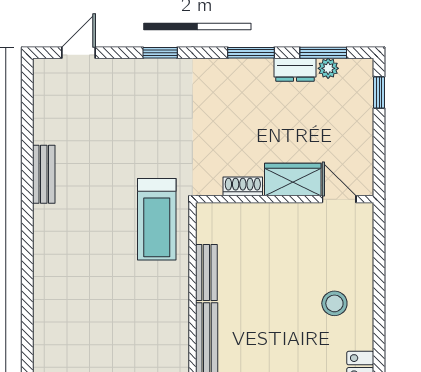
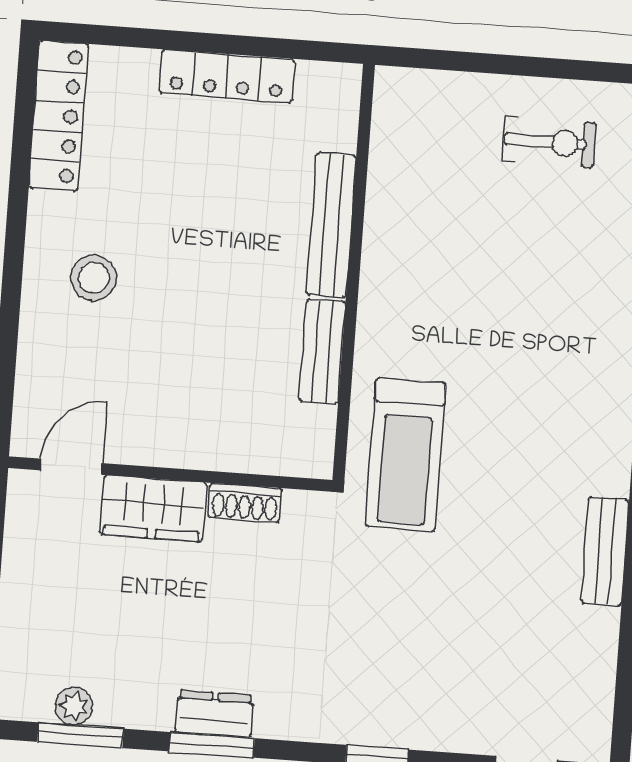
dresser: (295, 70) -> (214, 714), moved
door: (339, 199) -> (71, 467), swing flipped
treadmill: (157, 219) -> (406, 455), turned 180

